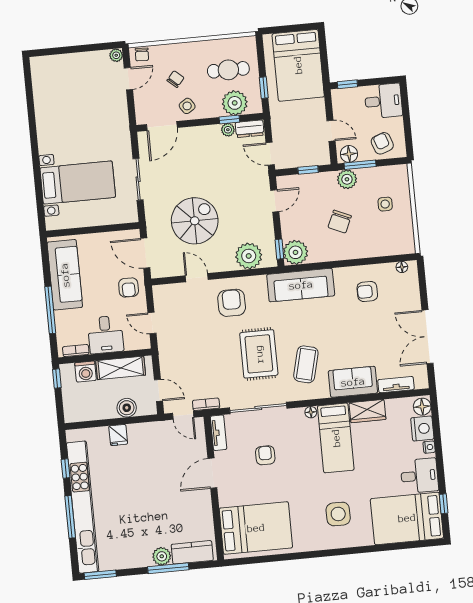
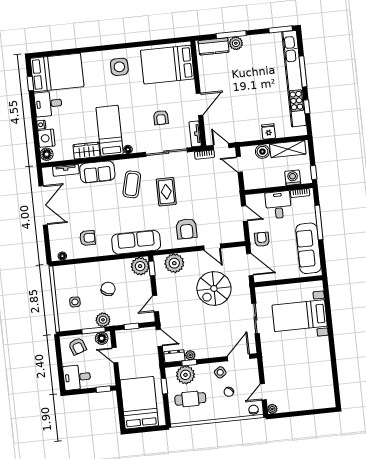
rug: (259, 354) -> (166, 192), width x0.73, depth x0.70
shelving: (121, 368) -> (288, 149), moved
side table: (338, 514) -> (119, 67), moved

